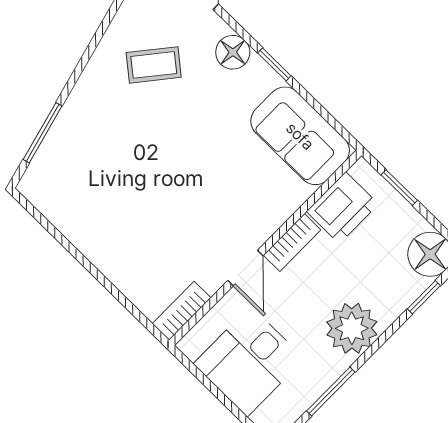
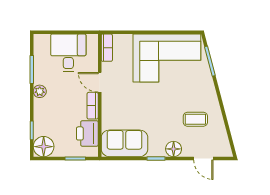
coffee table: (154, 65) -> (195, 119), turned 51
corner sofa: (105, 203) -> (167, 58), added
plant: (352, 328) -> (40, 91), width x0.53, depth x0.53

